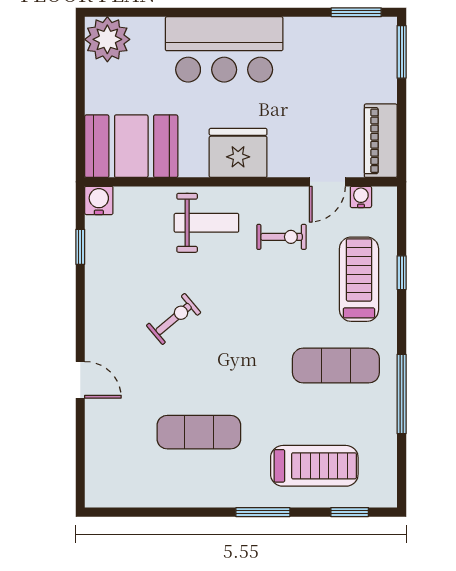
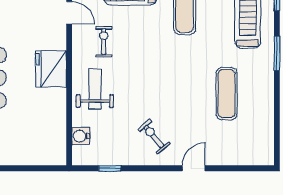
booth: (131, 146) -> (47, 136), removed
water cooler: (99, 200) -> (81, 136), moved
exercise bike: (174, 319) -> (154, 136), moved

